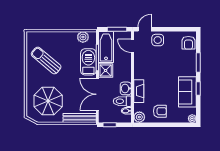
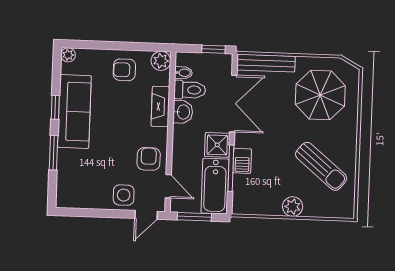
plant: (83, 37) -> (293, 207), moved
armchair: (188, 43) -> (149, 159), moved
barbecue: (88, 62) -> (242, 161), width x0.53, depth x0.65
sofa: (187, 92) -> (74, 111), width x1.36

